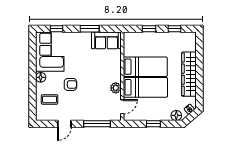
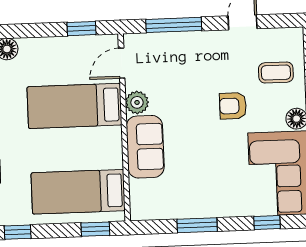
window: (149, 29) -> (95, 229), moved
sofa: (106, 40) -> (145, 147), moved, turned 90
bed: (145, 67) -> (78, 192), moved
window: (153, 124) -> (81, 29), moved

